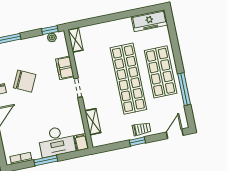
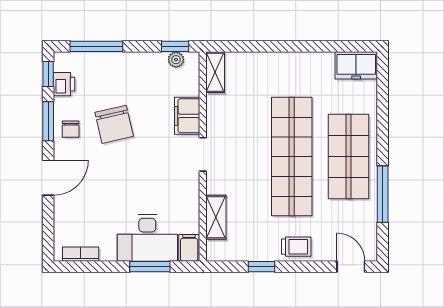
freezer: (149, 21) -> (356, 65), width x0.71
chair: (25, 81) -> (114, 124), turned 51
door: (175, 134) -> (351, 267), hinge flipped
window: (137, 141) -> (262, 267), moved
window: (46, 160) -> (150, 267), moved

